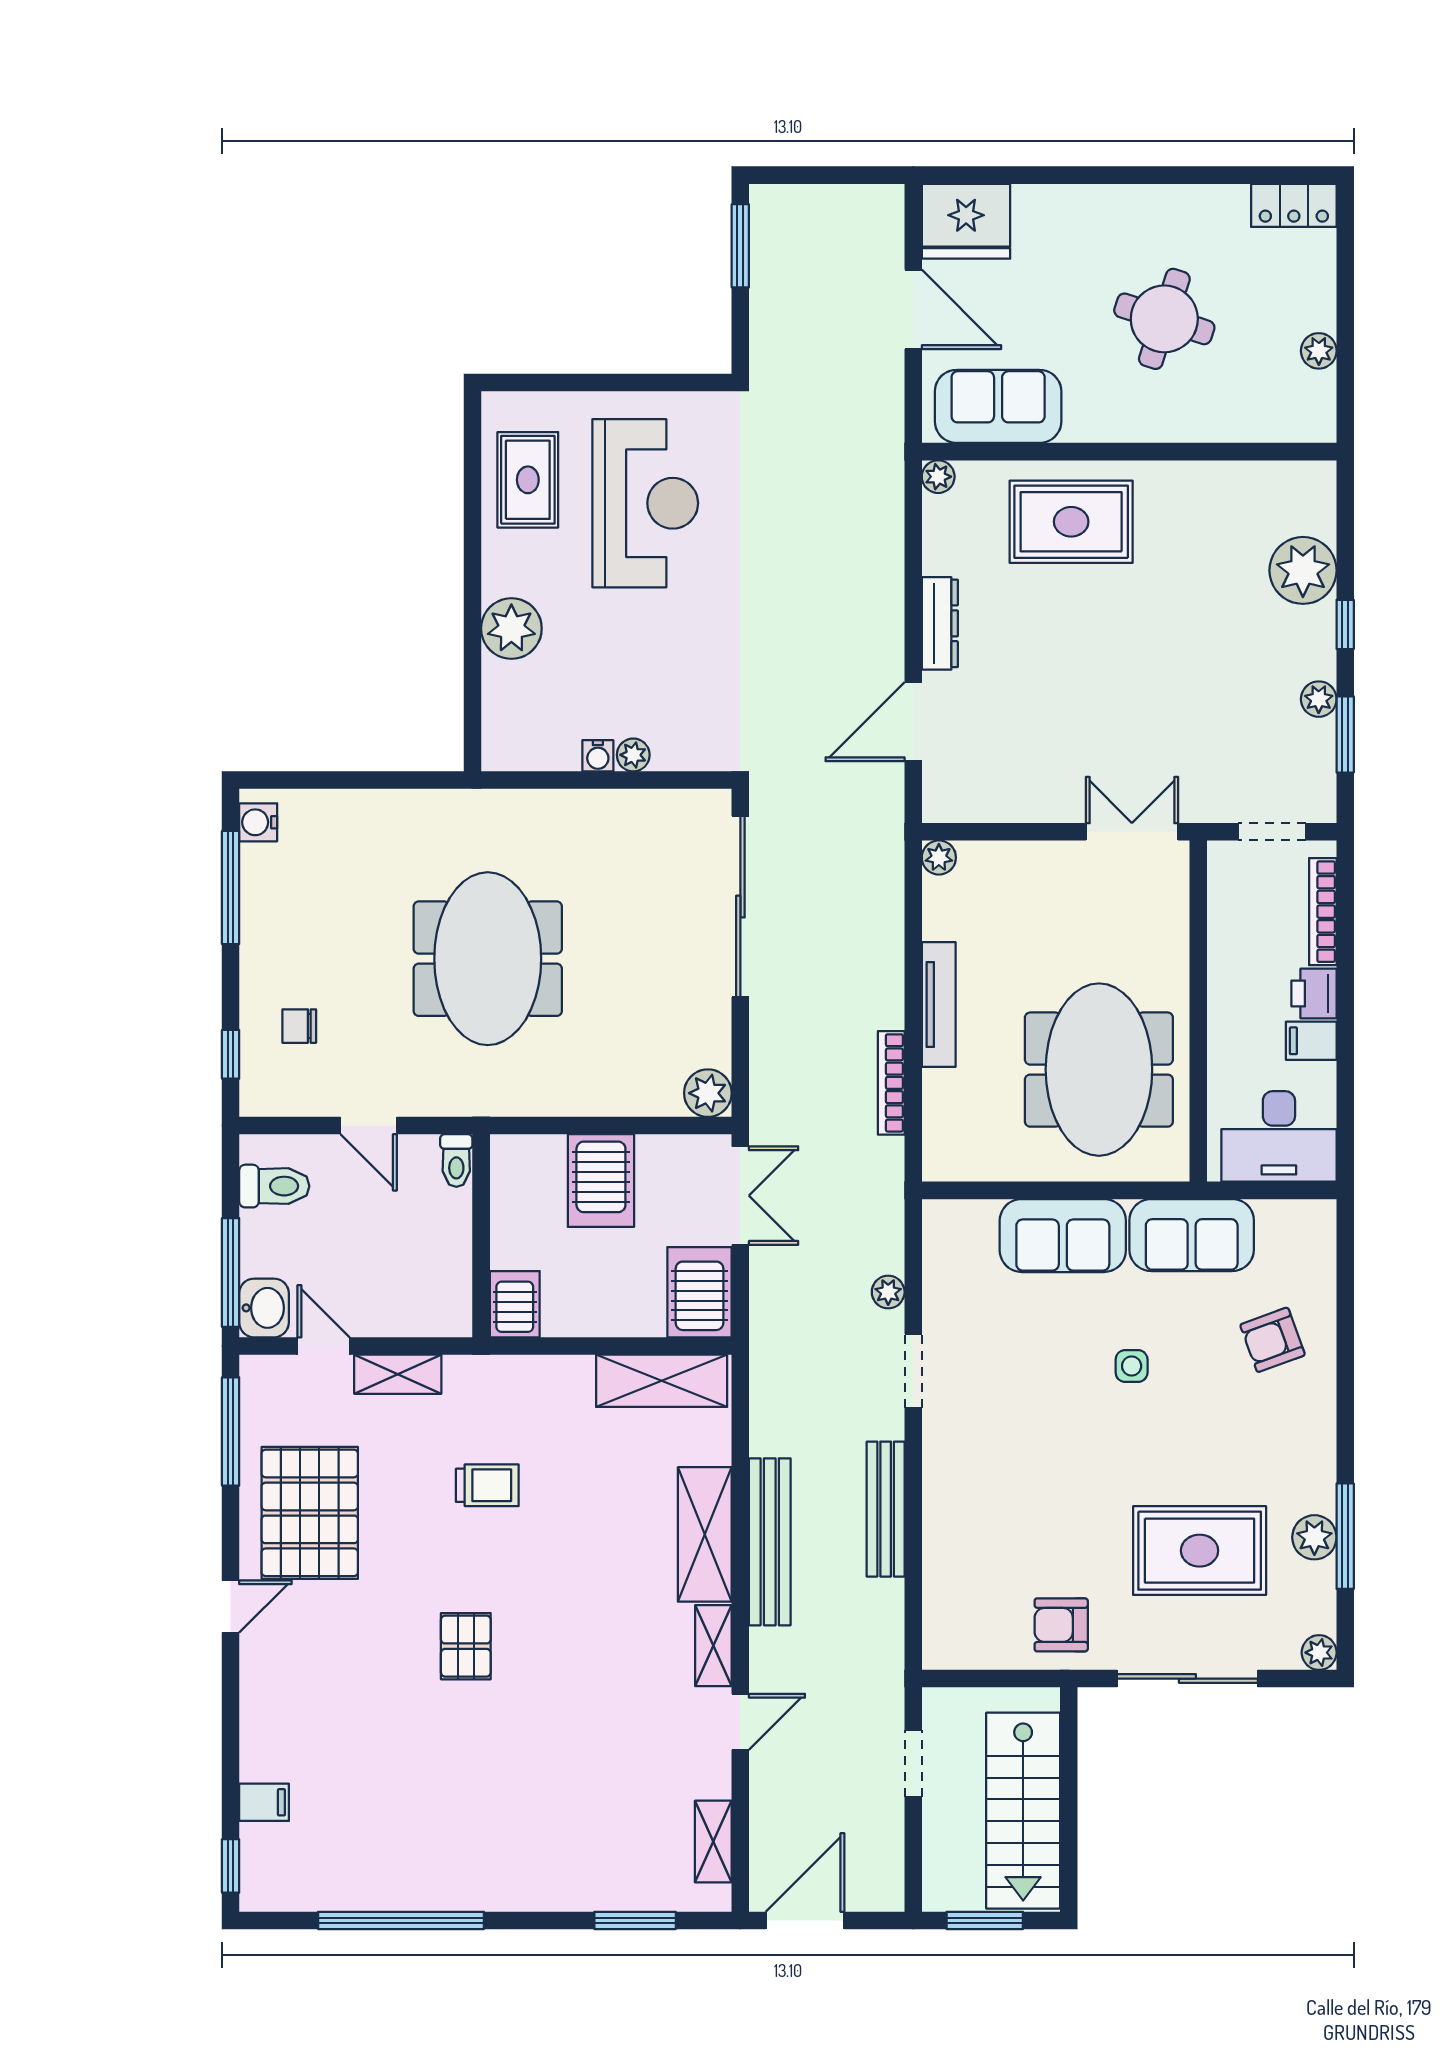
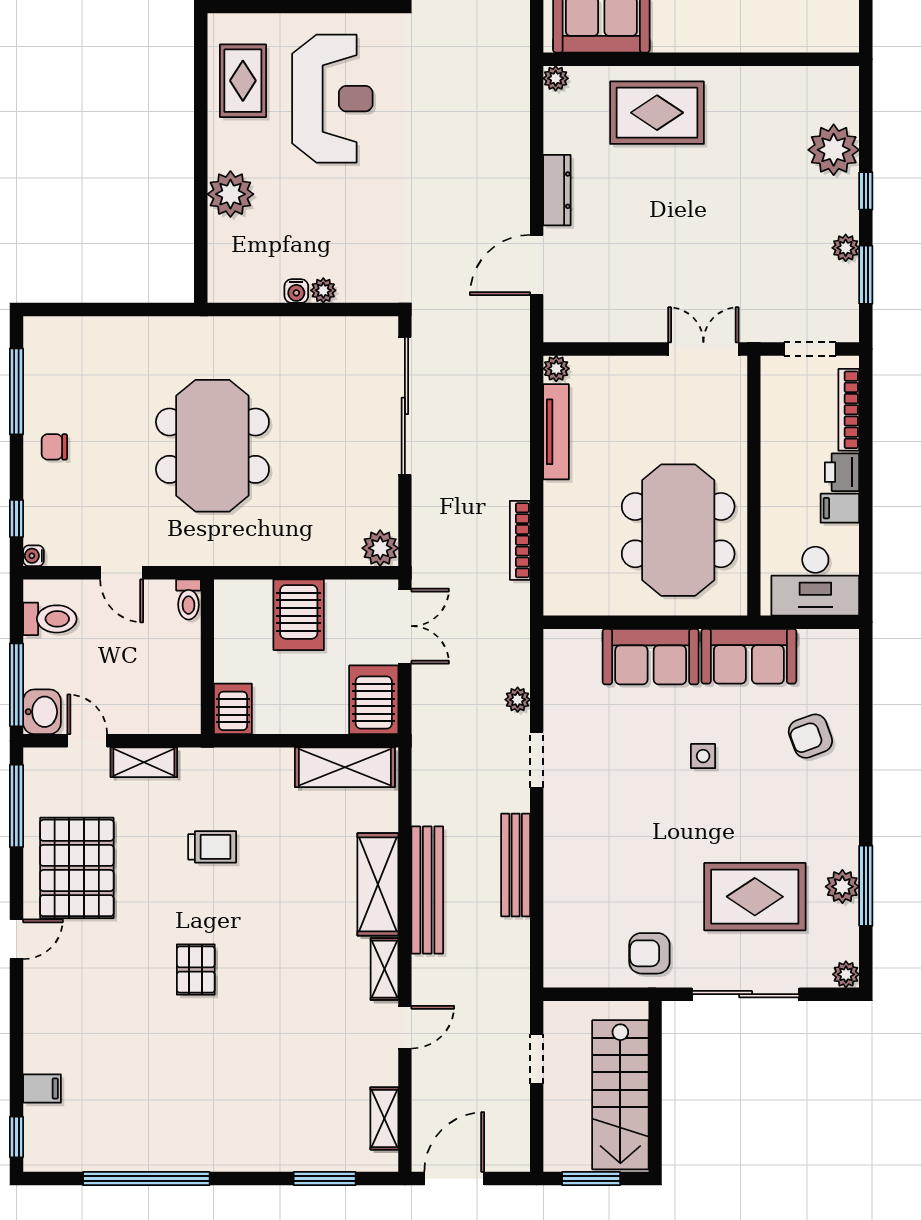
water cooler: (258, 822) -> (34, 556), moved, width x0.72, depth x0.72
tv unit: (939, 1004) -> (556, 432), moved
chair: (299, 1026) -> (54, 447), moved

